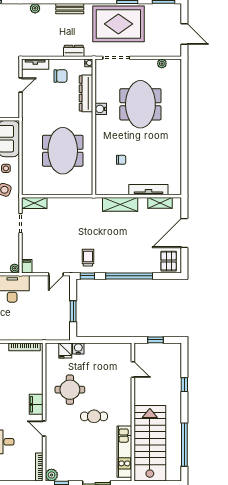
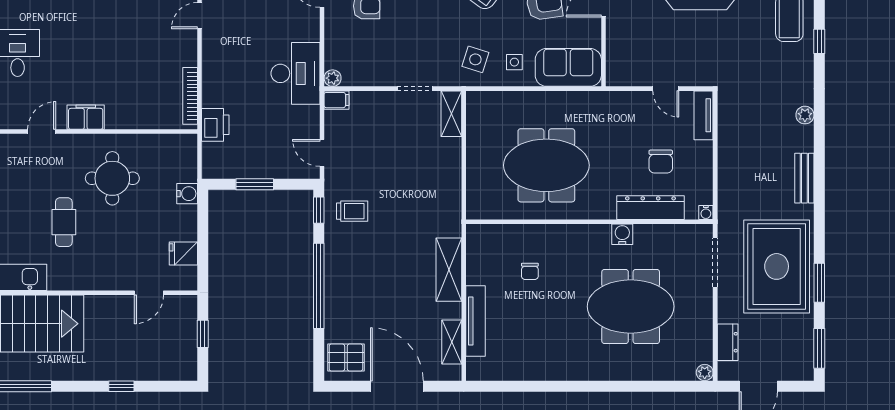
dresser: (74, 51) -> (728, 342), moved
plant: (162, 64) -> (705, 372), moved
chair: (61, 76) -> (661, 162), moved
printer: (40, 333) -> (215, 125), added
fridge: (65, 351) -> (183, 254), moved

